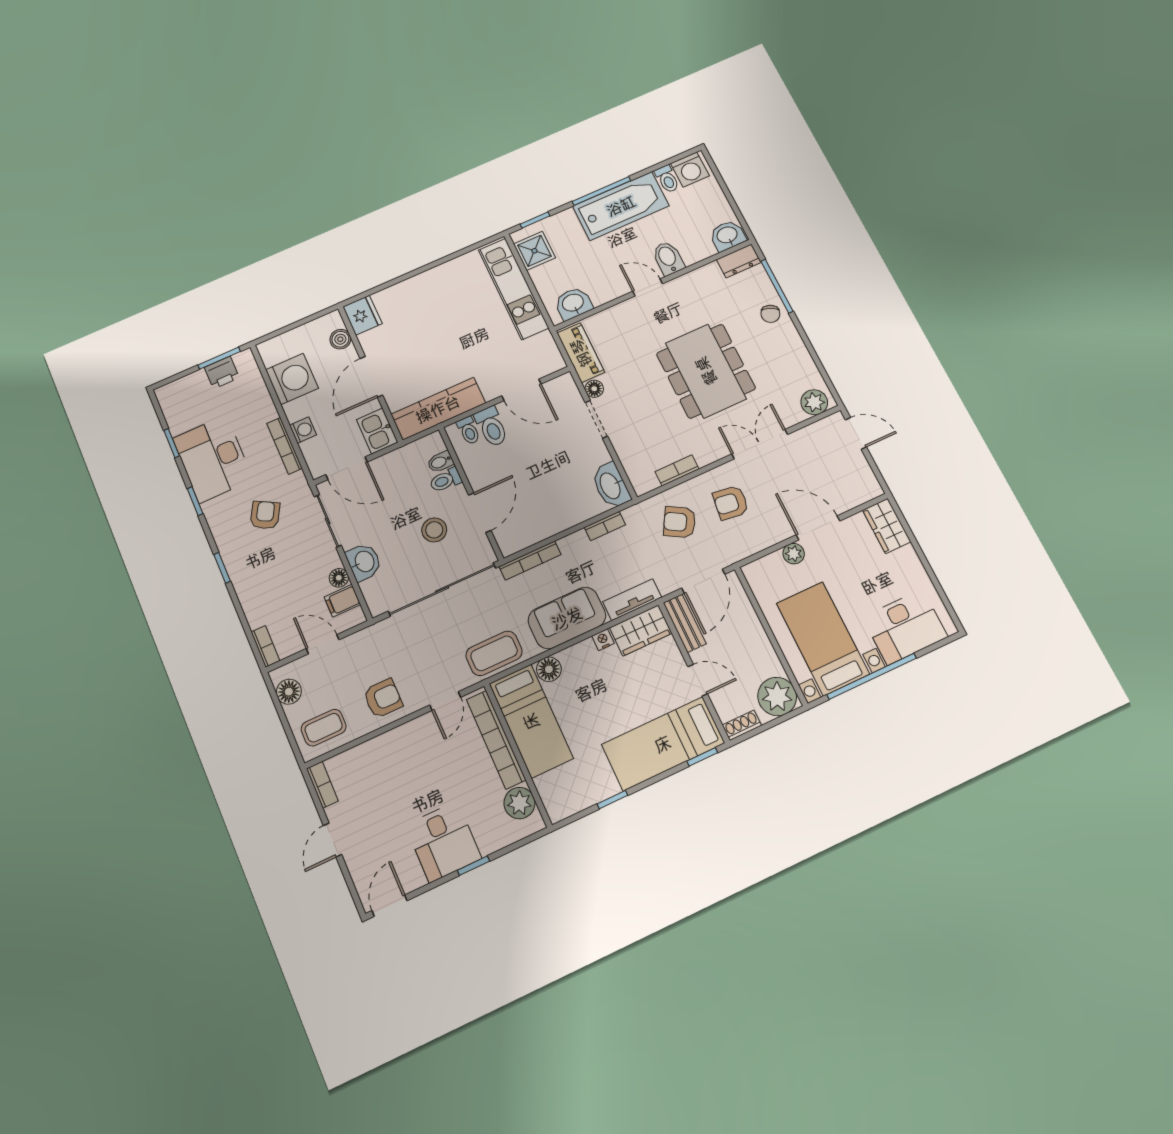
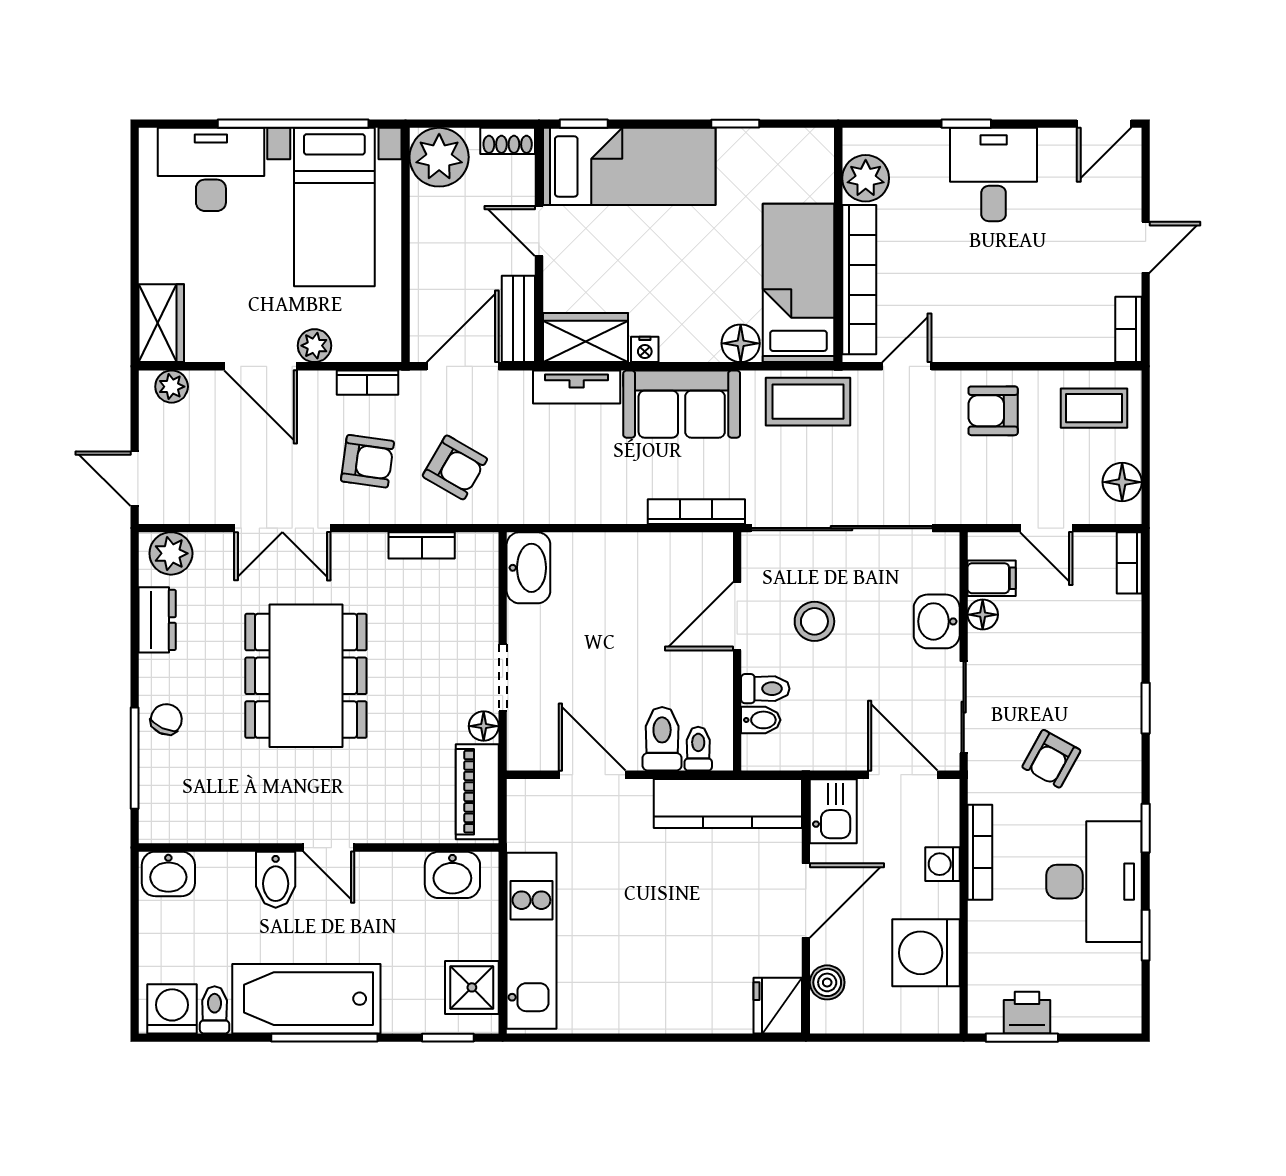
dresser: (739, 261) -> (157, 620), moved, turned 90
plant: (862, 493) -> (172, 387), added
bookcase: (605, 526) -> (367, 383), moved, turned 180

